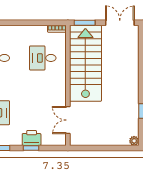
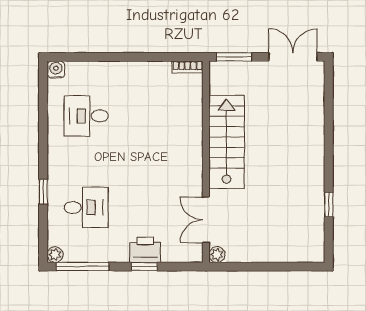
desk: (43, 58) -> (164, 116), removed
stairs: (85, 63) -> (227, 142), width x0.73, depth x0.66
plant: (134, 141) -> (217, 255), moved

